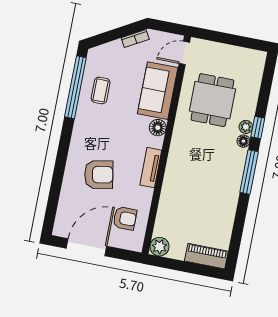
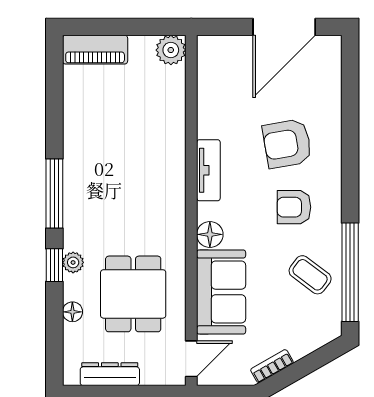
dresser: (237, 53) -> (110, 374), added
coffee table: (101, 90) -> (310, 275), turned -53
floor lamp: (243, 141) -> (72, 312), moved
armchair: (125, 218) -> (294, 207), moved

